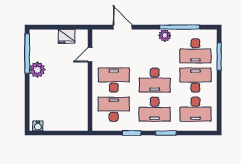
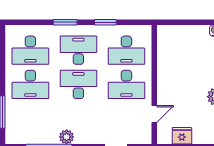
desk: (195, 51) -> (30, 119), removed
desk: (195, 109) -> (30, 50), turned 180

